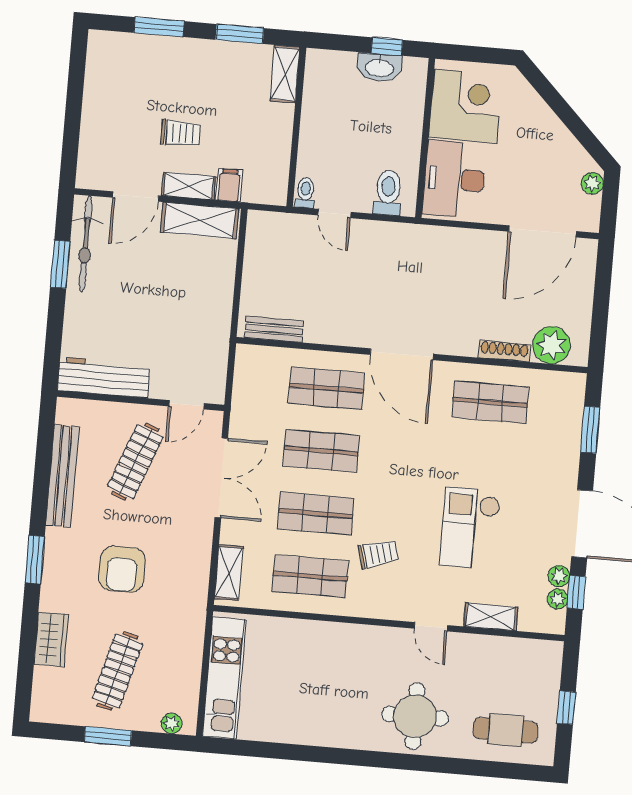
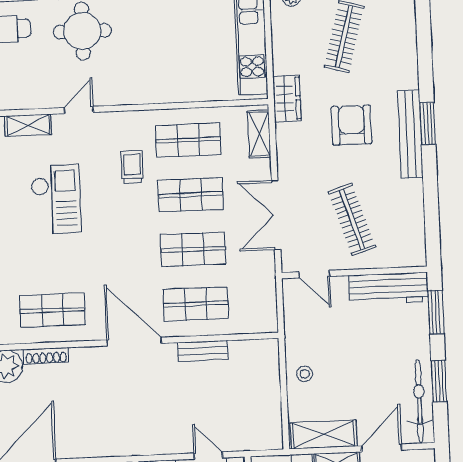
stool: (212, 292) -> (305, 374), added
bench: (274, 329) -> (203, 351), moved
window: (53, 343) -> (436, 312), added
door: (186, 405) -> (314, 274), swing flipped
clothes rail: (135, 462) -> (352, 219), turned -39
bench: (63, 476) -> (410, 134), moved
trolley: (378, 554) -> (132, 167), turned 106
door: (431, 627) -> (79, 110), hinge flipped
wardrobe: (51, 639) -> (287, 98), moved, turned 180

